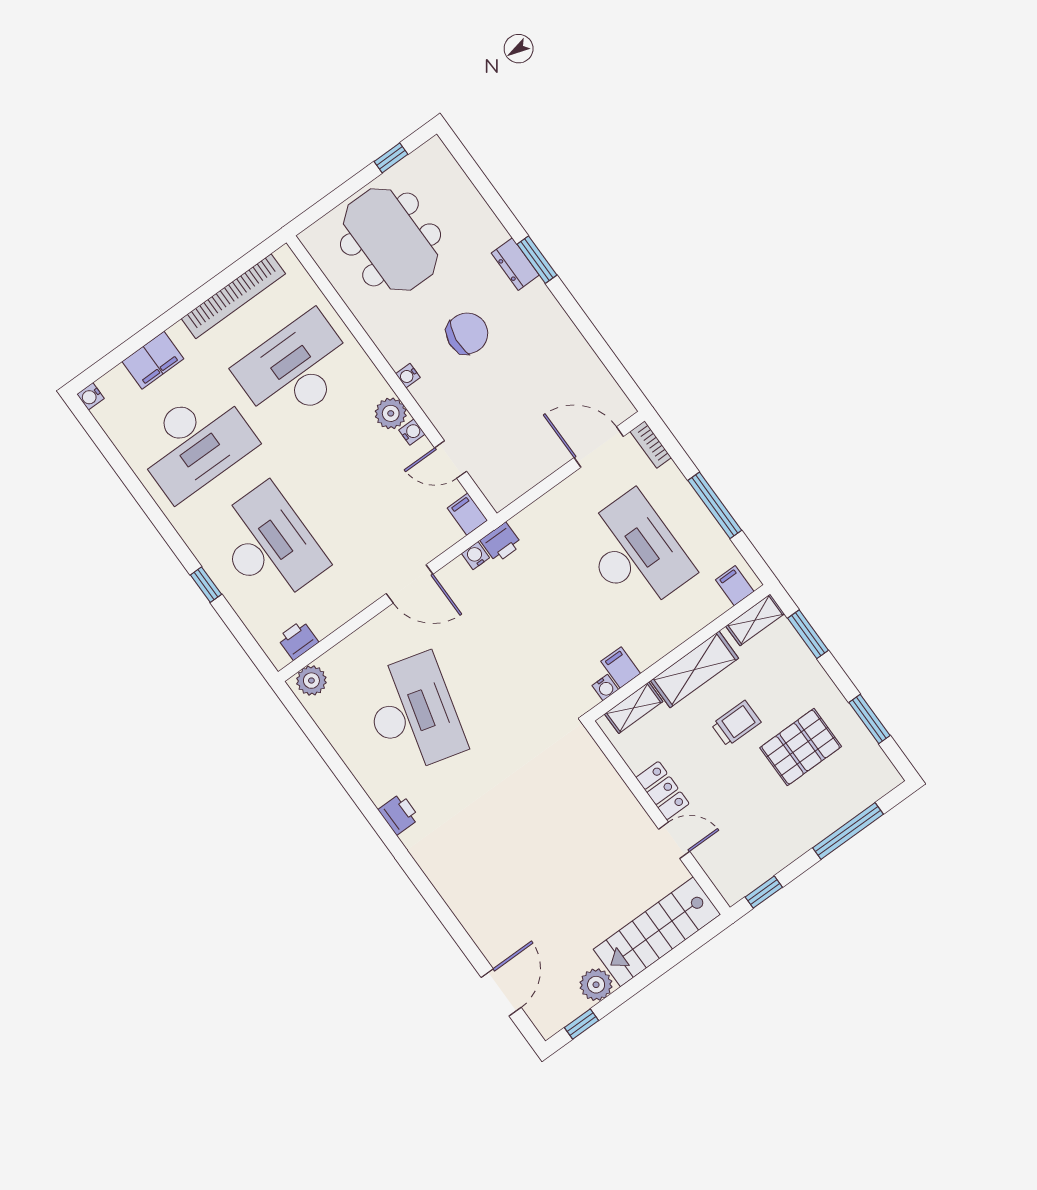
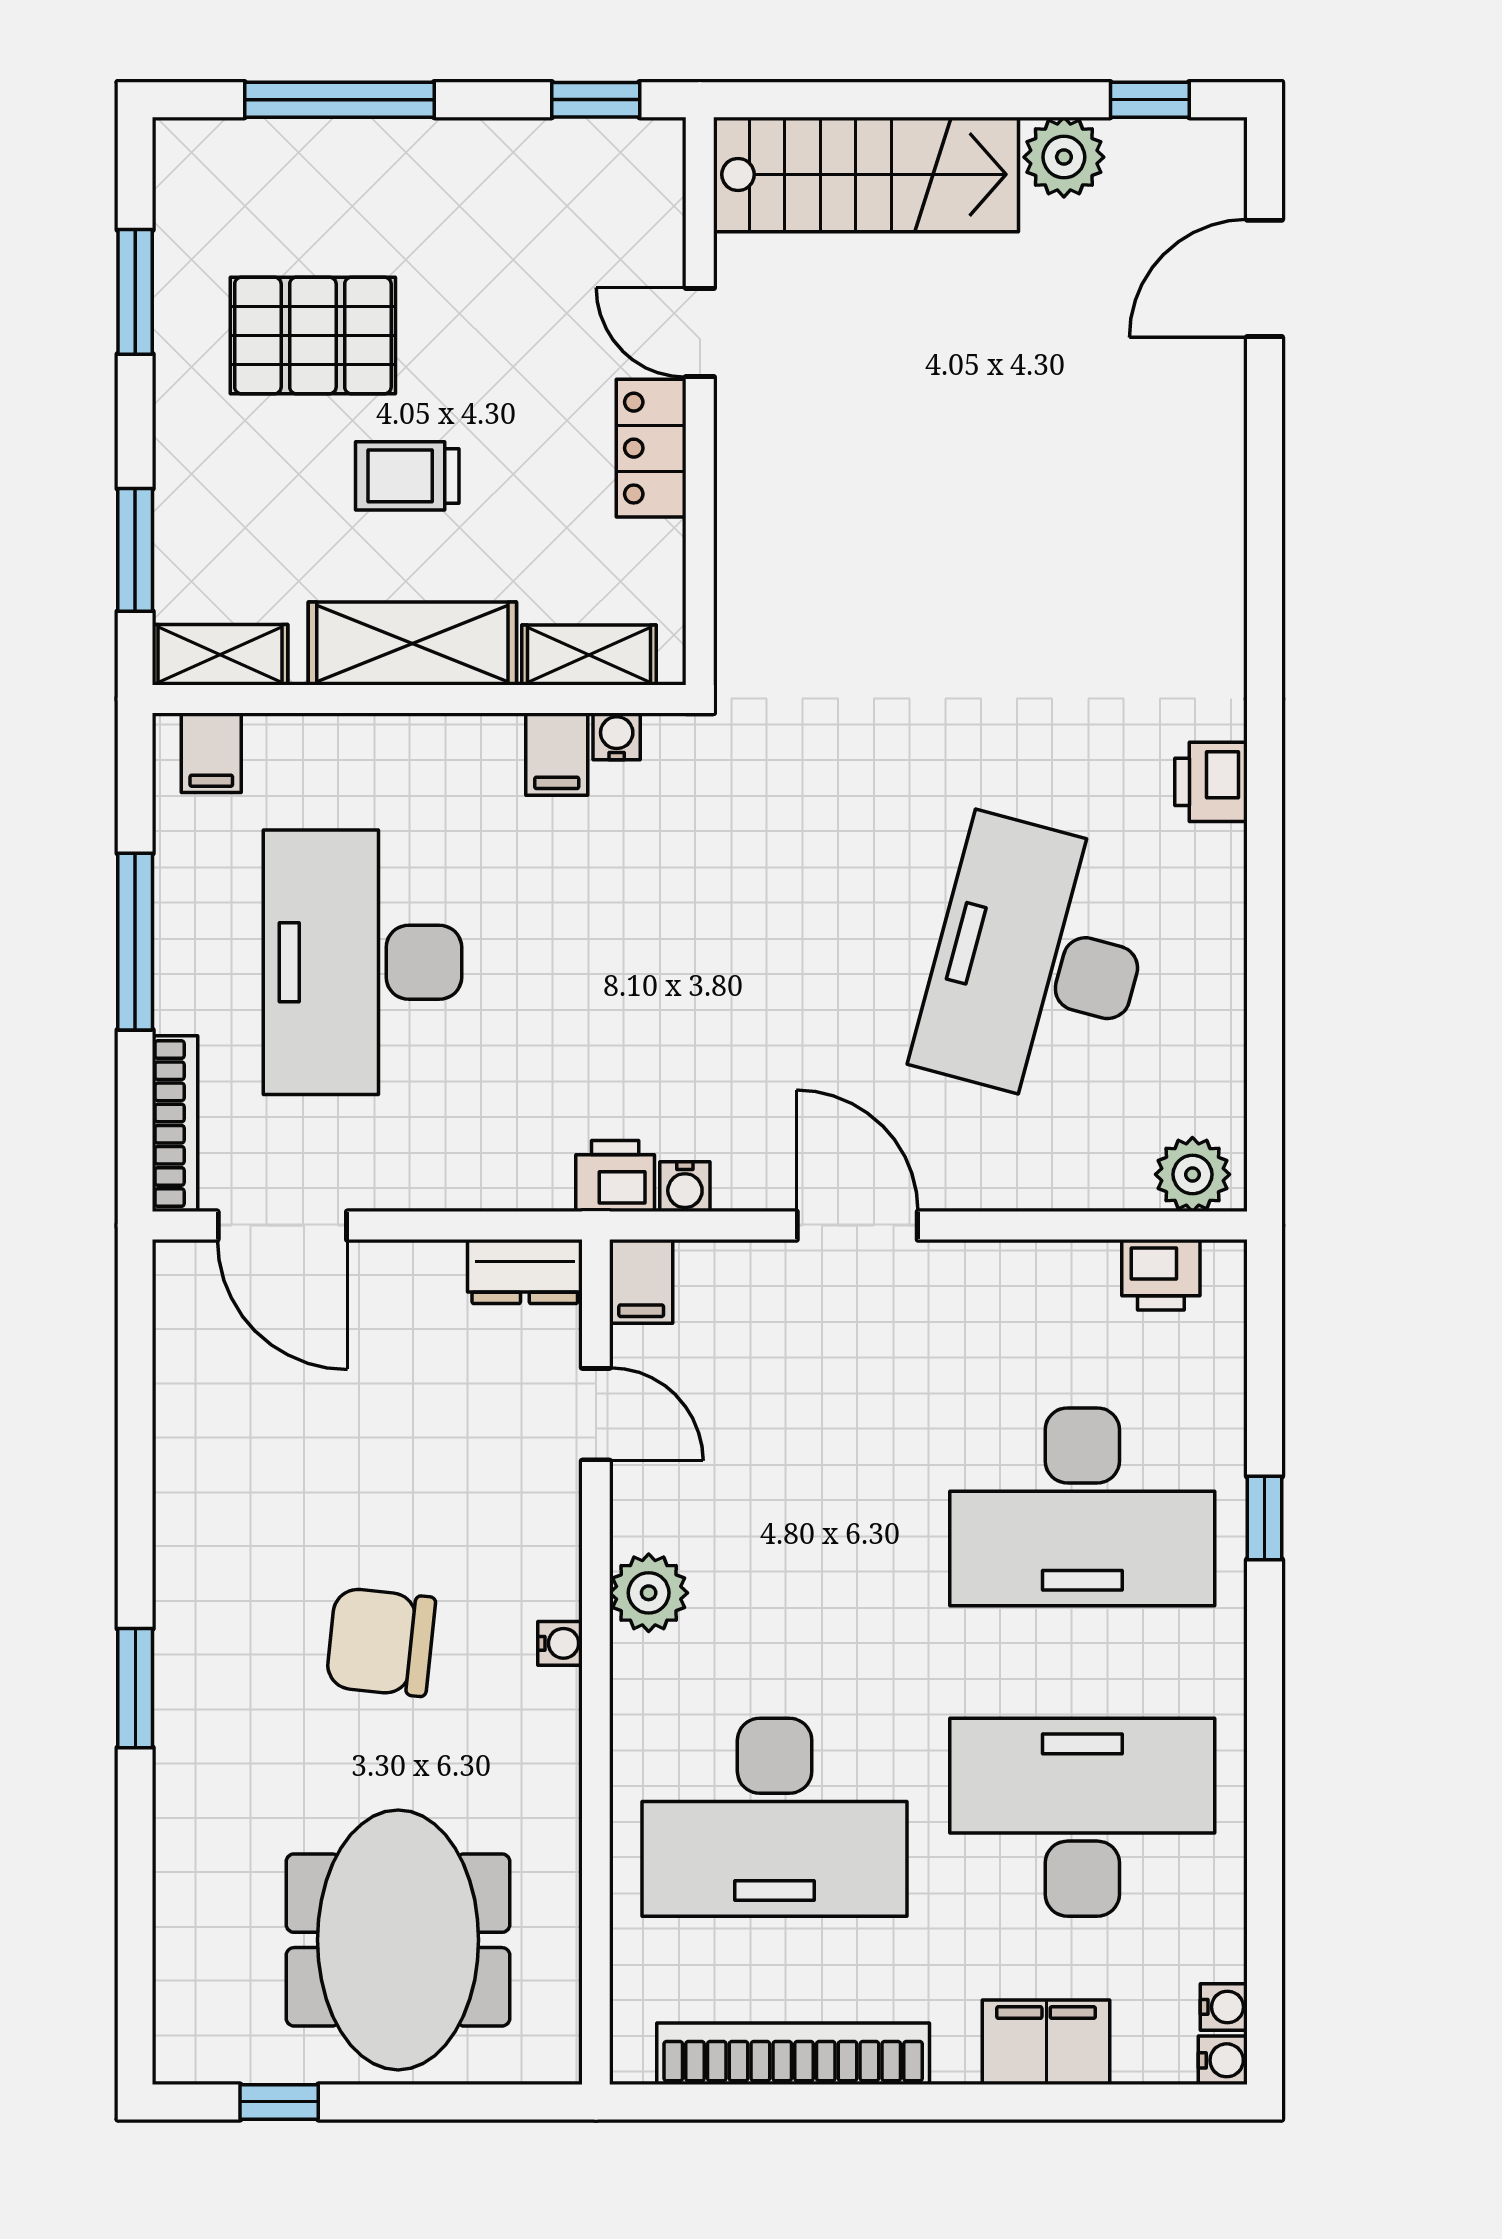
dresser: (515, 264) -> (525, 1272), moved, turned 90
water cooler: (412, 432) -> (1224, 2007), moved, turned 180
bookcase: (651, 445) -> (175, 1124), width x1.56
desk: (269, 545) -> (1082, 1507), turned -90

